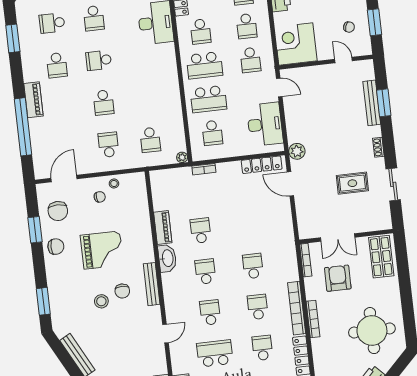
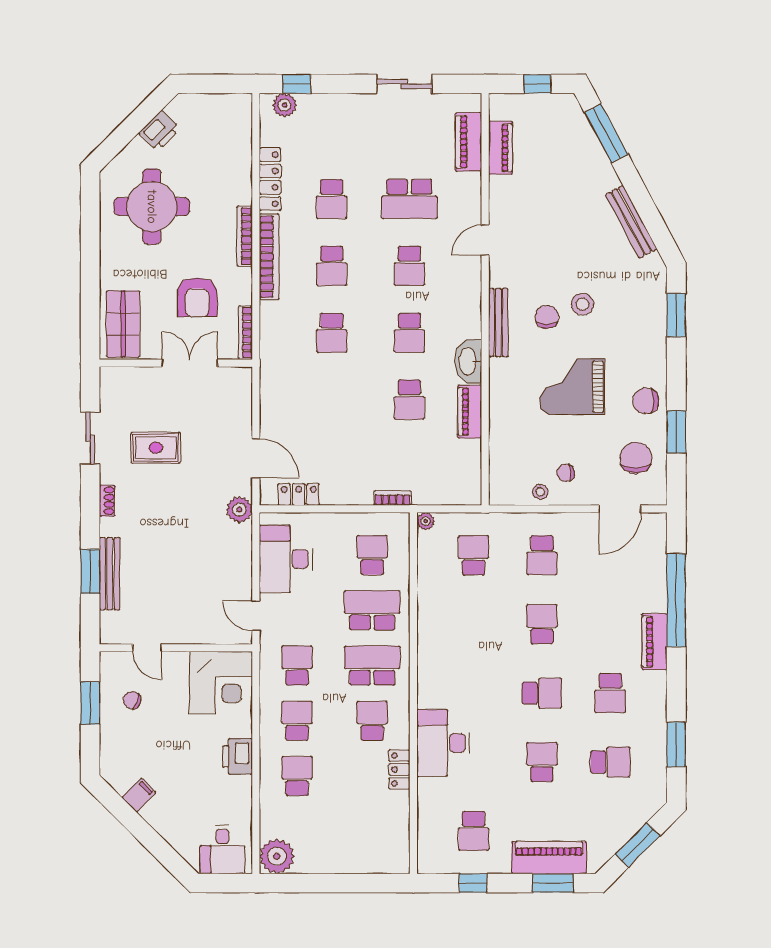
school desk: (57, 65) -> (610, 693), turned 180
locker: (262, 165) -> (299, 494), width x0.66

